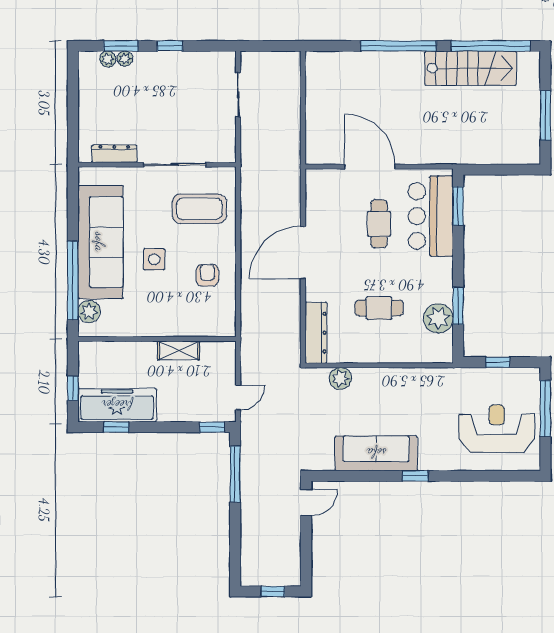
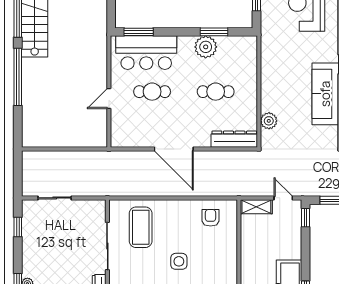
window: (170, 46) -> (18, 227), moved
door: (370, 167) -> (109, 99), width x0.53
armchair: (207, 275) -> (211, 218), moved, turned 90
cafe table: (379, 308) -> (216, 92), turned 90
plant: (438, 318) -> (206, 47), moved
shelving: (179, 350) -> (256, 207), moved, turned 90

